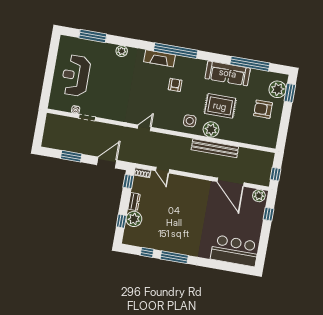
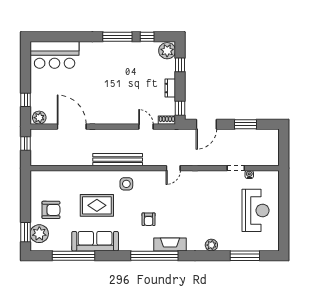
plant: (211, 129) -> (102, 179), removed
bench: (215, 148) -> (118, 160), moved
plant: (134, 219) -> (167, 51), moved

